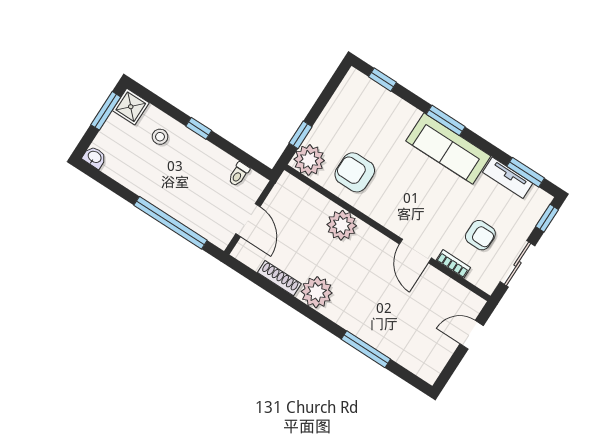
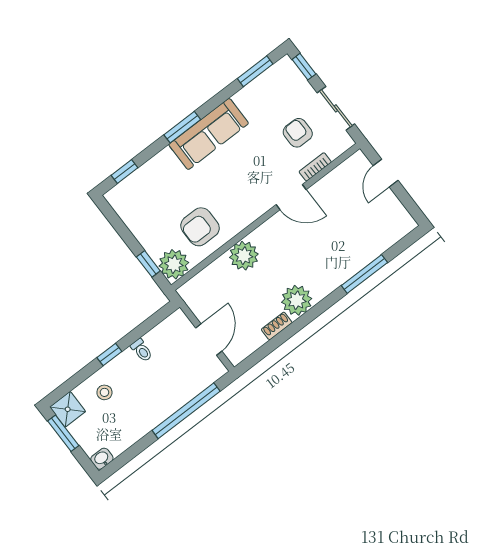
toilet: (239, 174) -> (142, 350), moved
tv unit: (508, 178) -> (254, 89), removed
door: (248, 220) -> (209, 339), hinge flipped
armchair: (480, 235) -> (298, 133), turned -90
shoe rack: (279, 278) -> (277, 326), width x0.70

